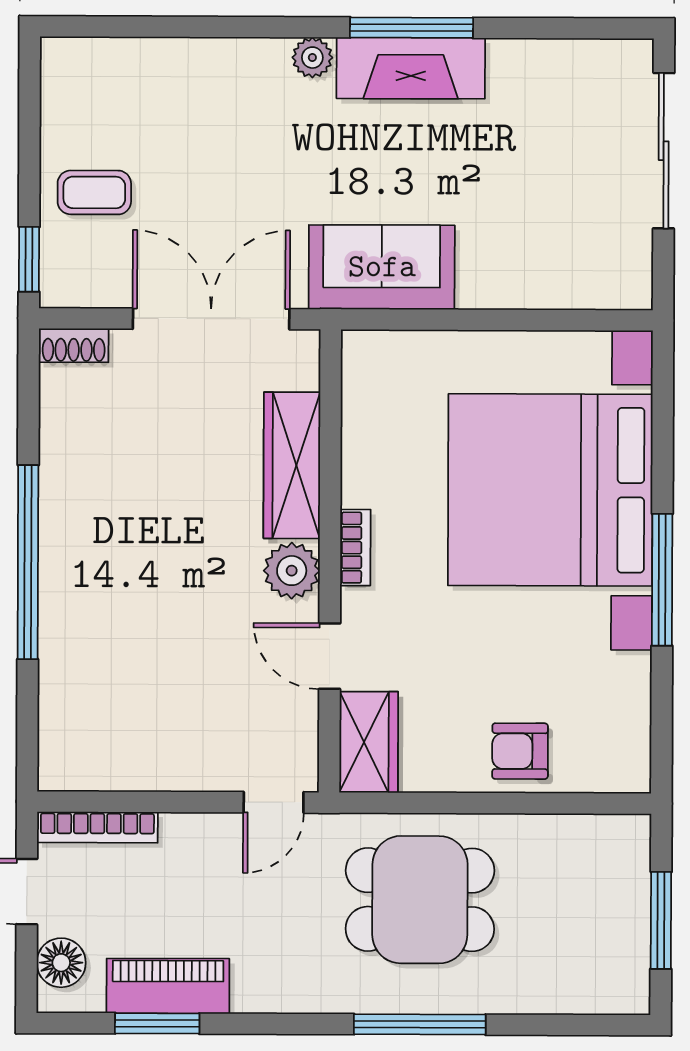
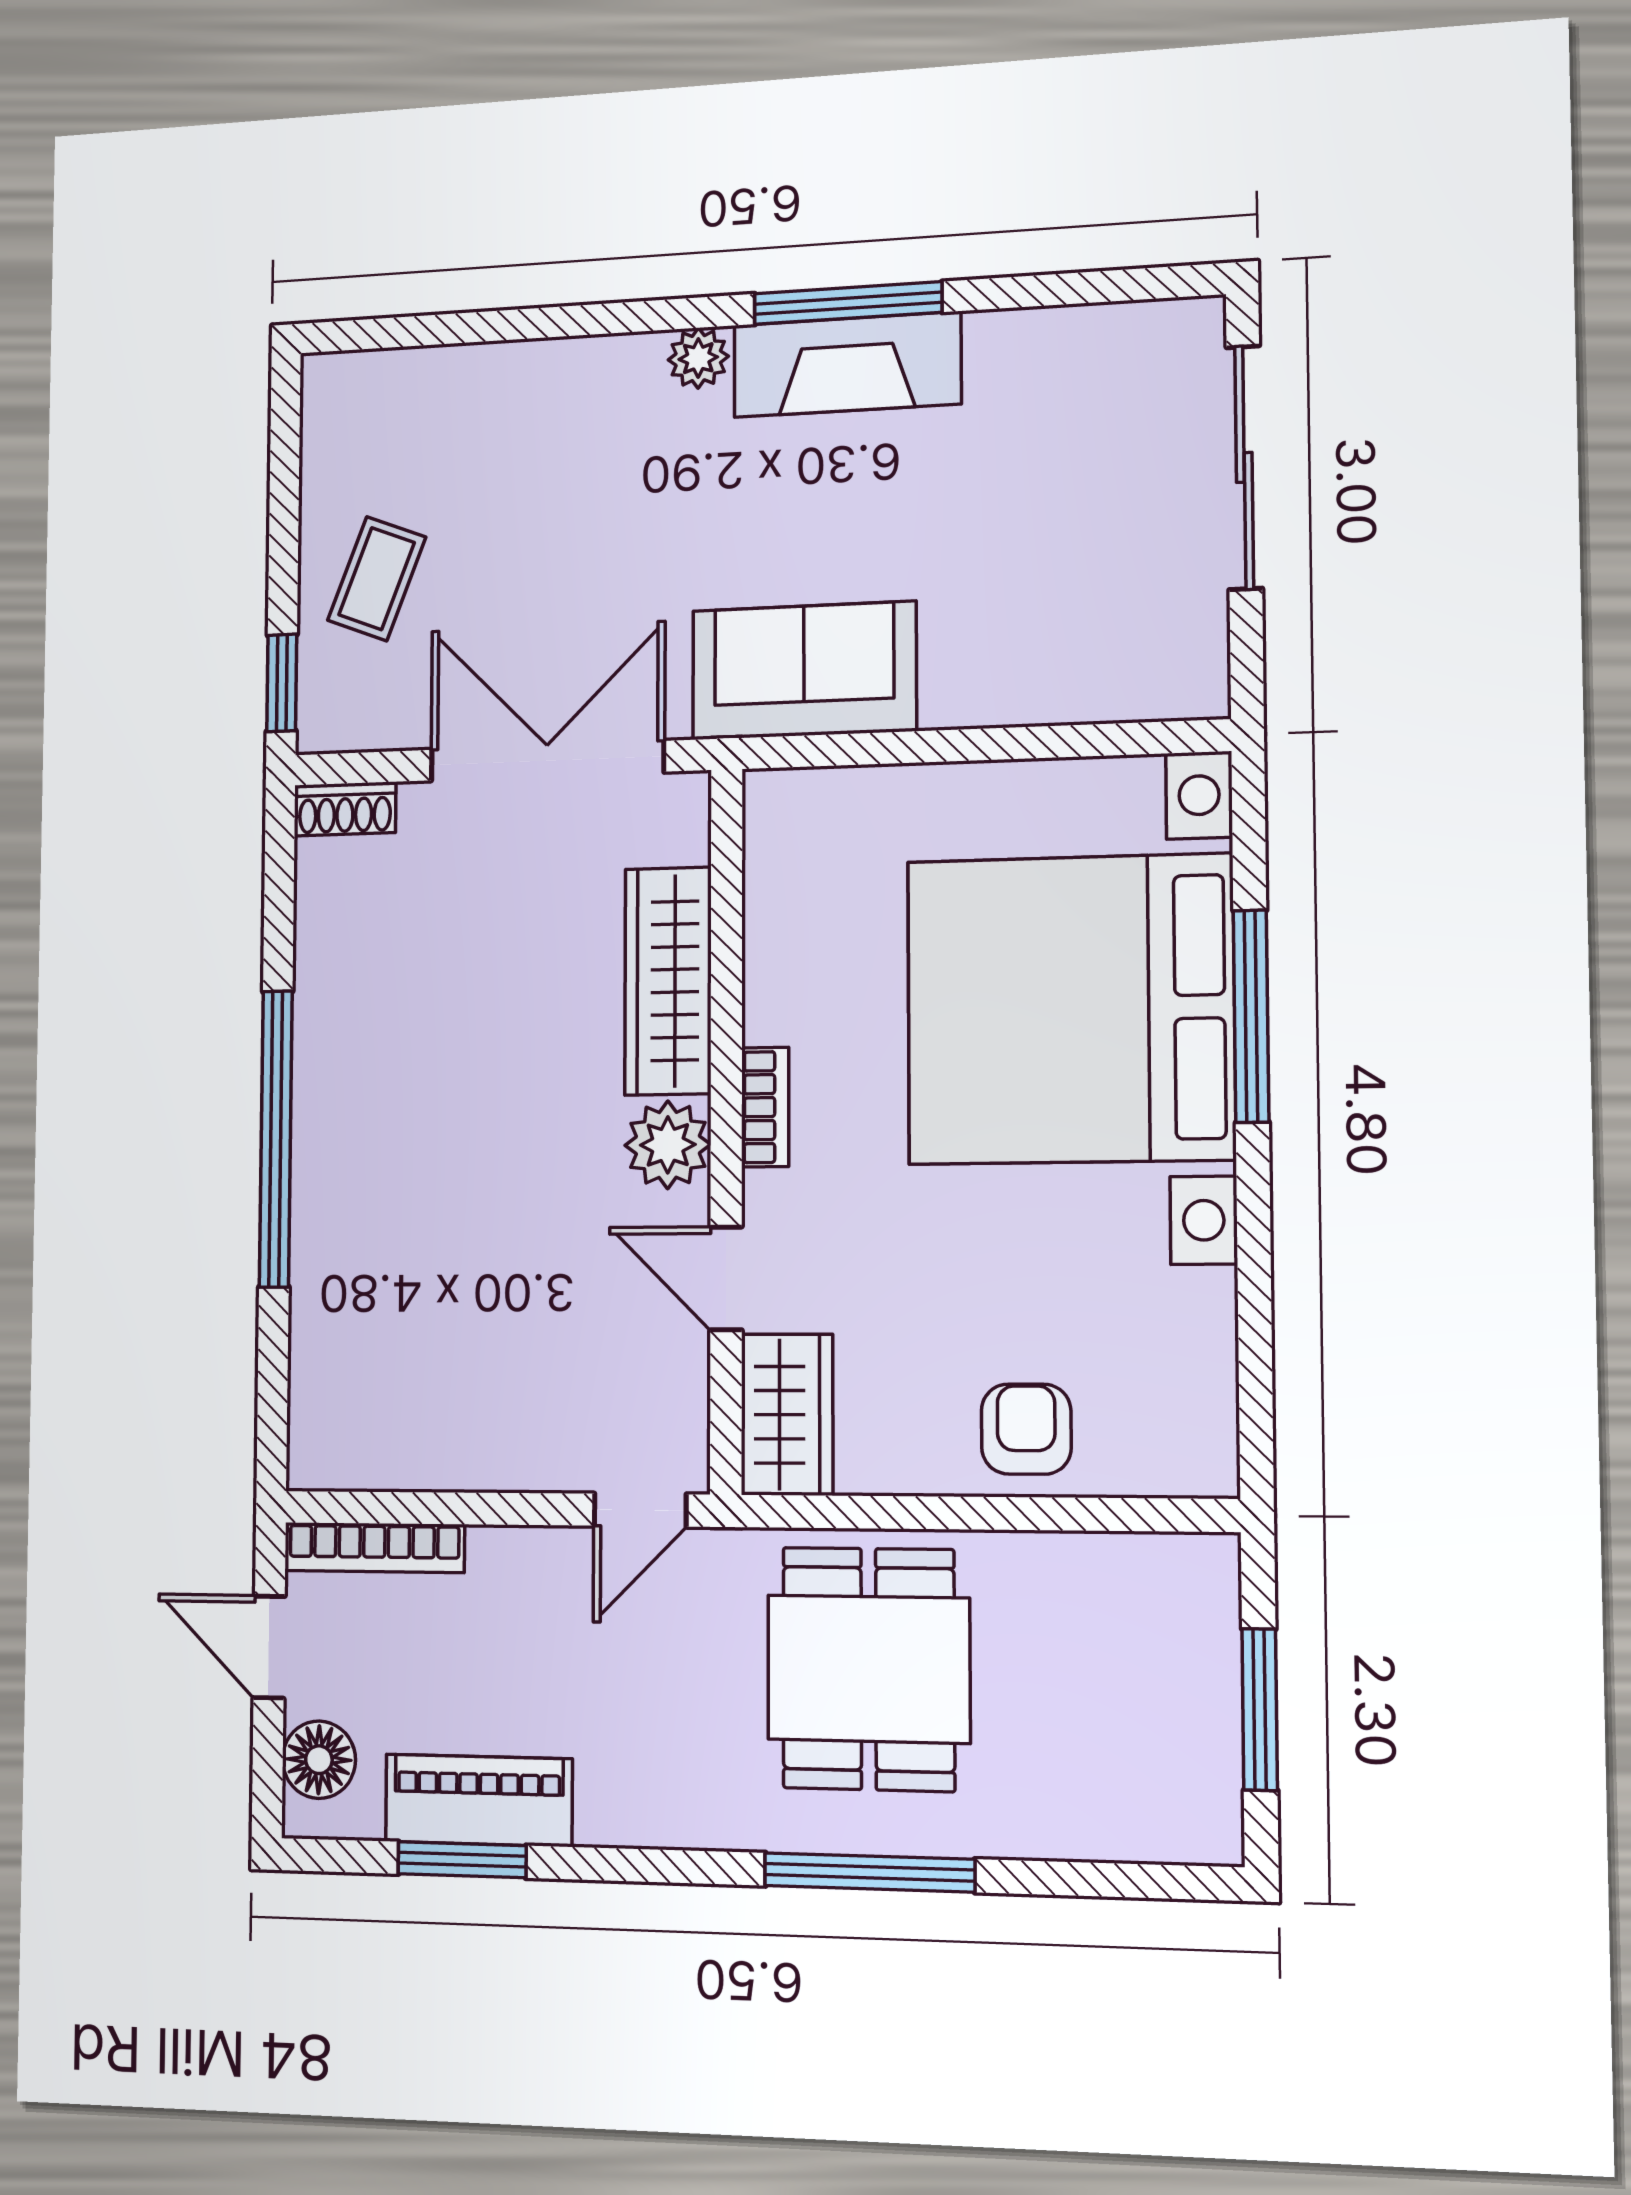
coffee table: (94, 192) -> (377, 579), turned -69
window: (662, 580) -> (1251, 1016), moved
armchair: (520, 751) -> (1026, 1429), turned 90
dining table: (420, 900) -> (869, 1669), turned 90

